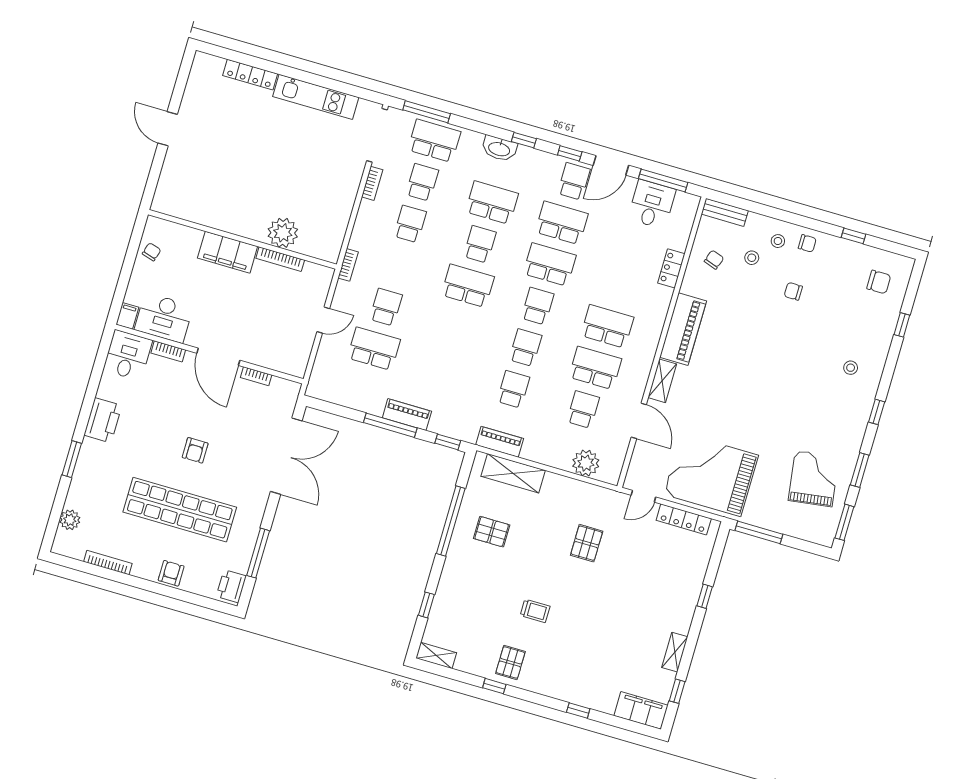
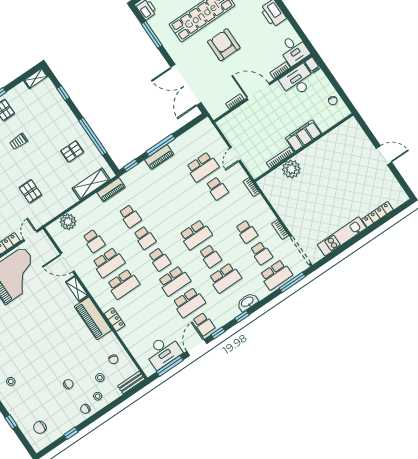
desk: (652, 204) -> (163, 352), width x1.37
locker: (671, 268) -> (115, 320), moved
armchair: (195, 450) -> (224, 45), width x1.88, depth x1.88

